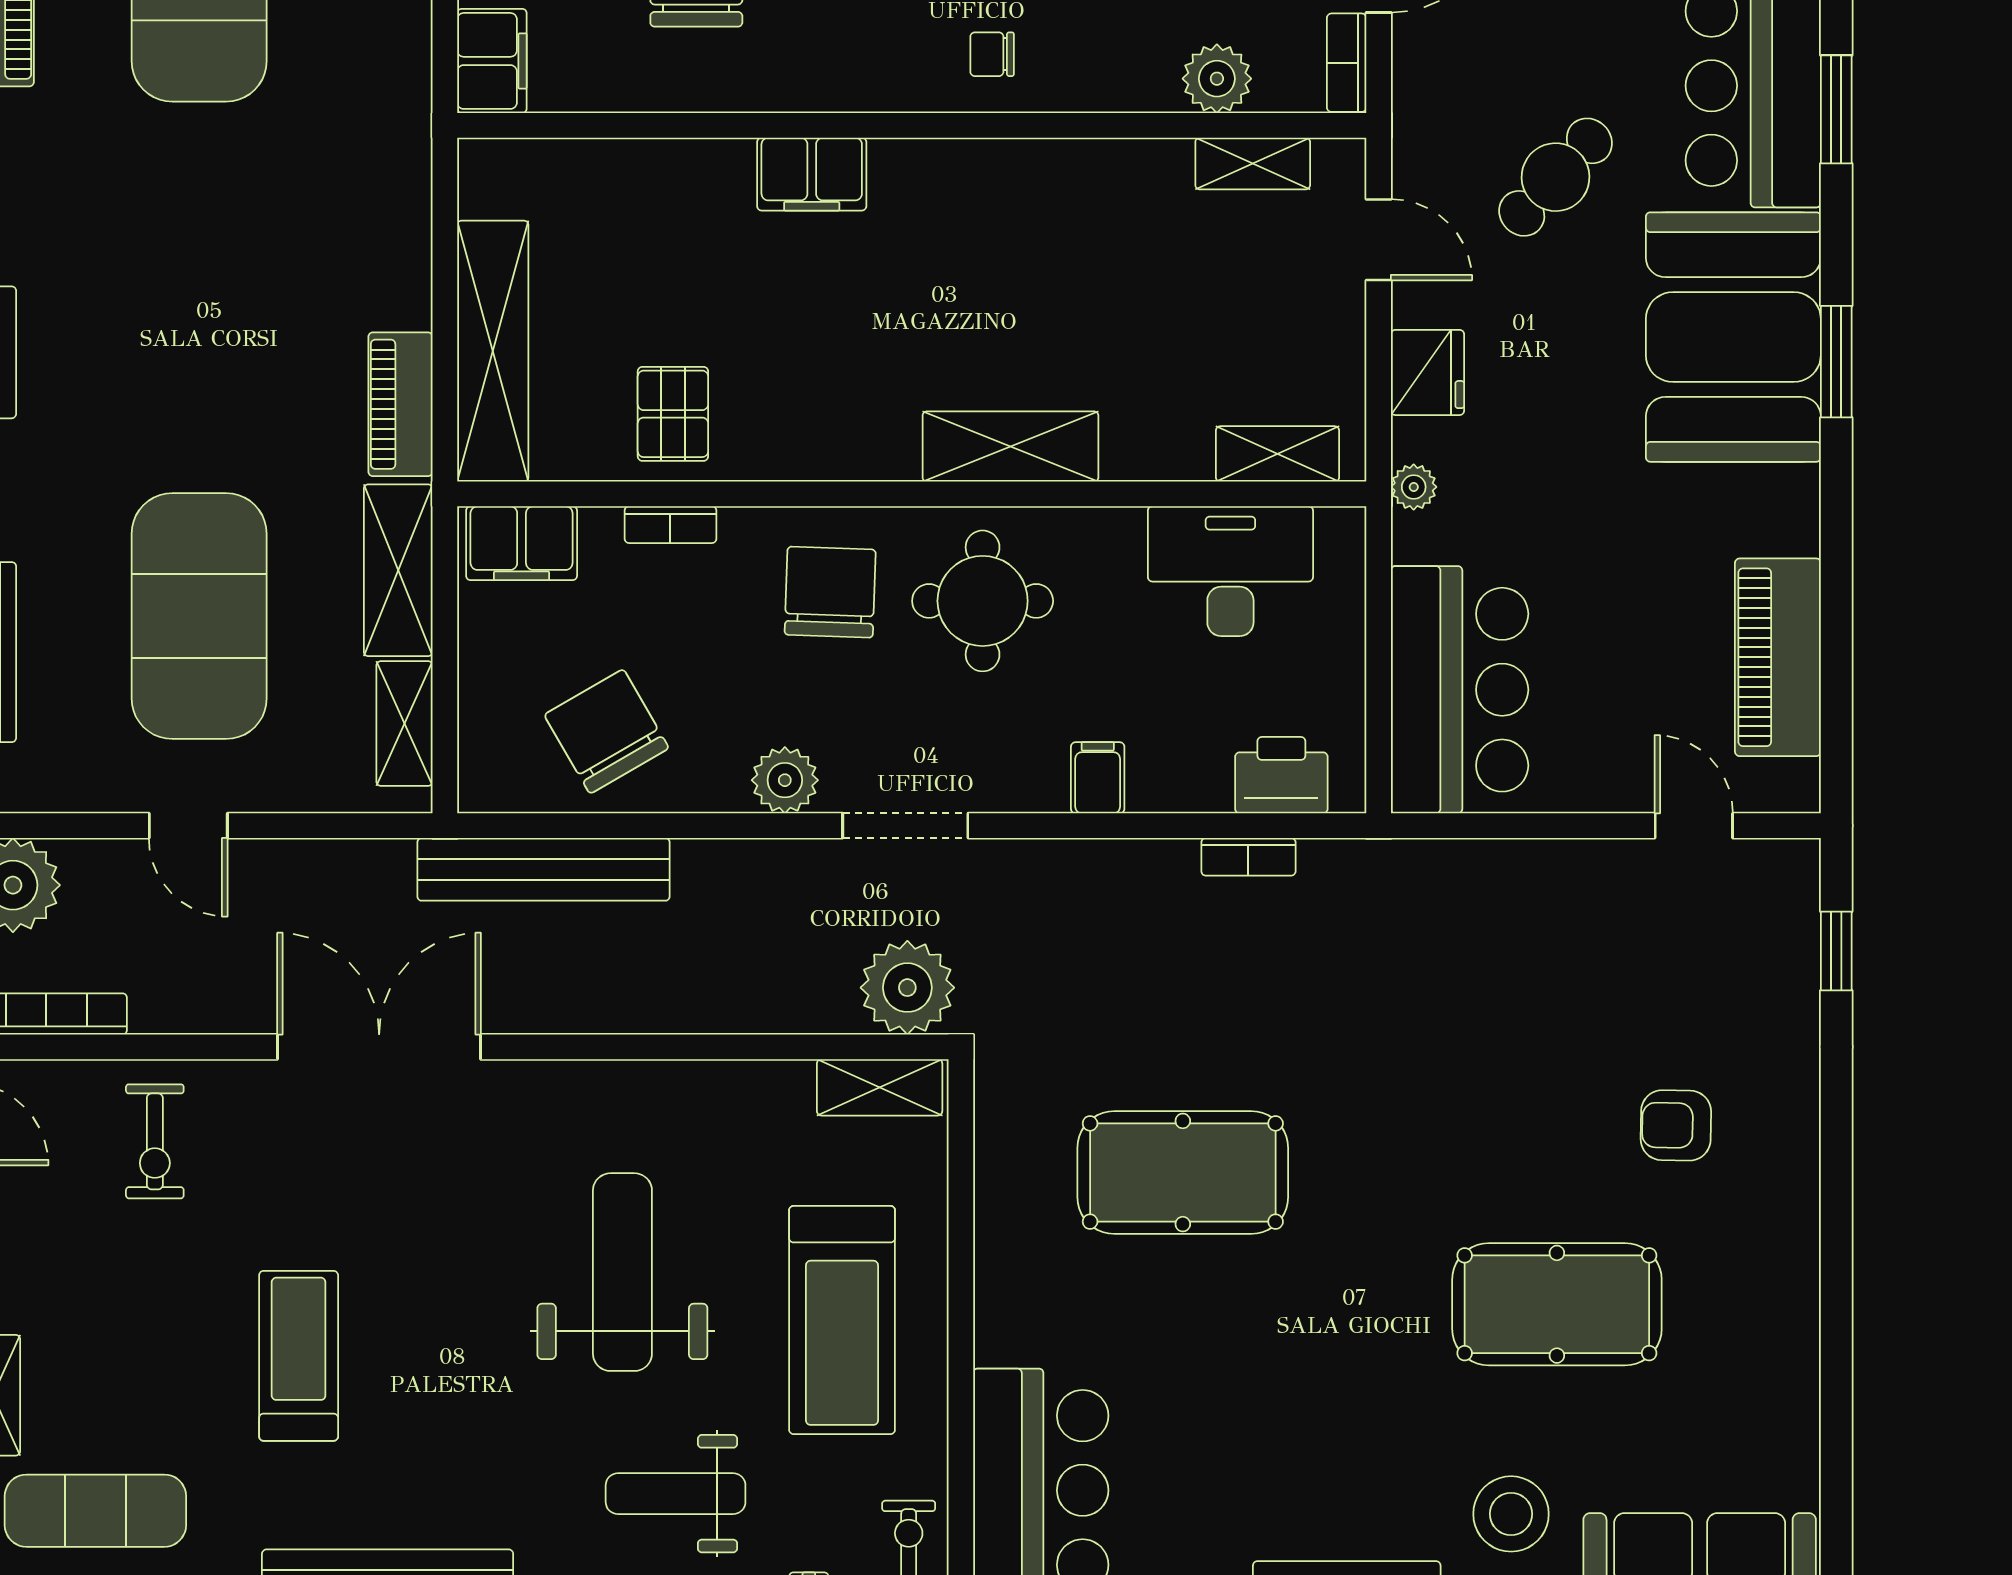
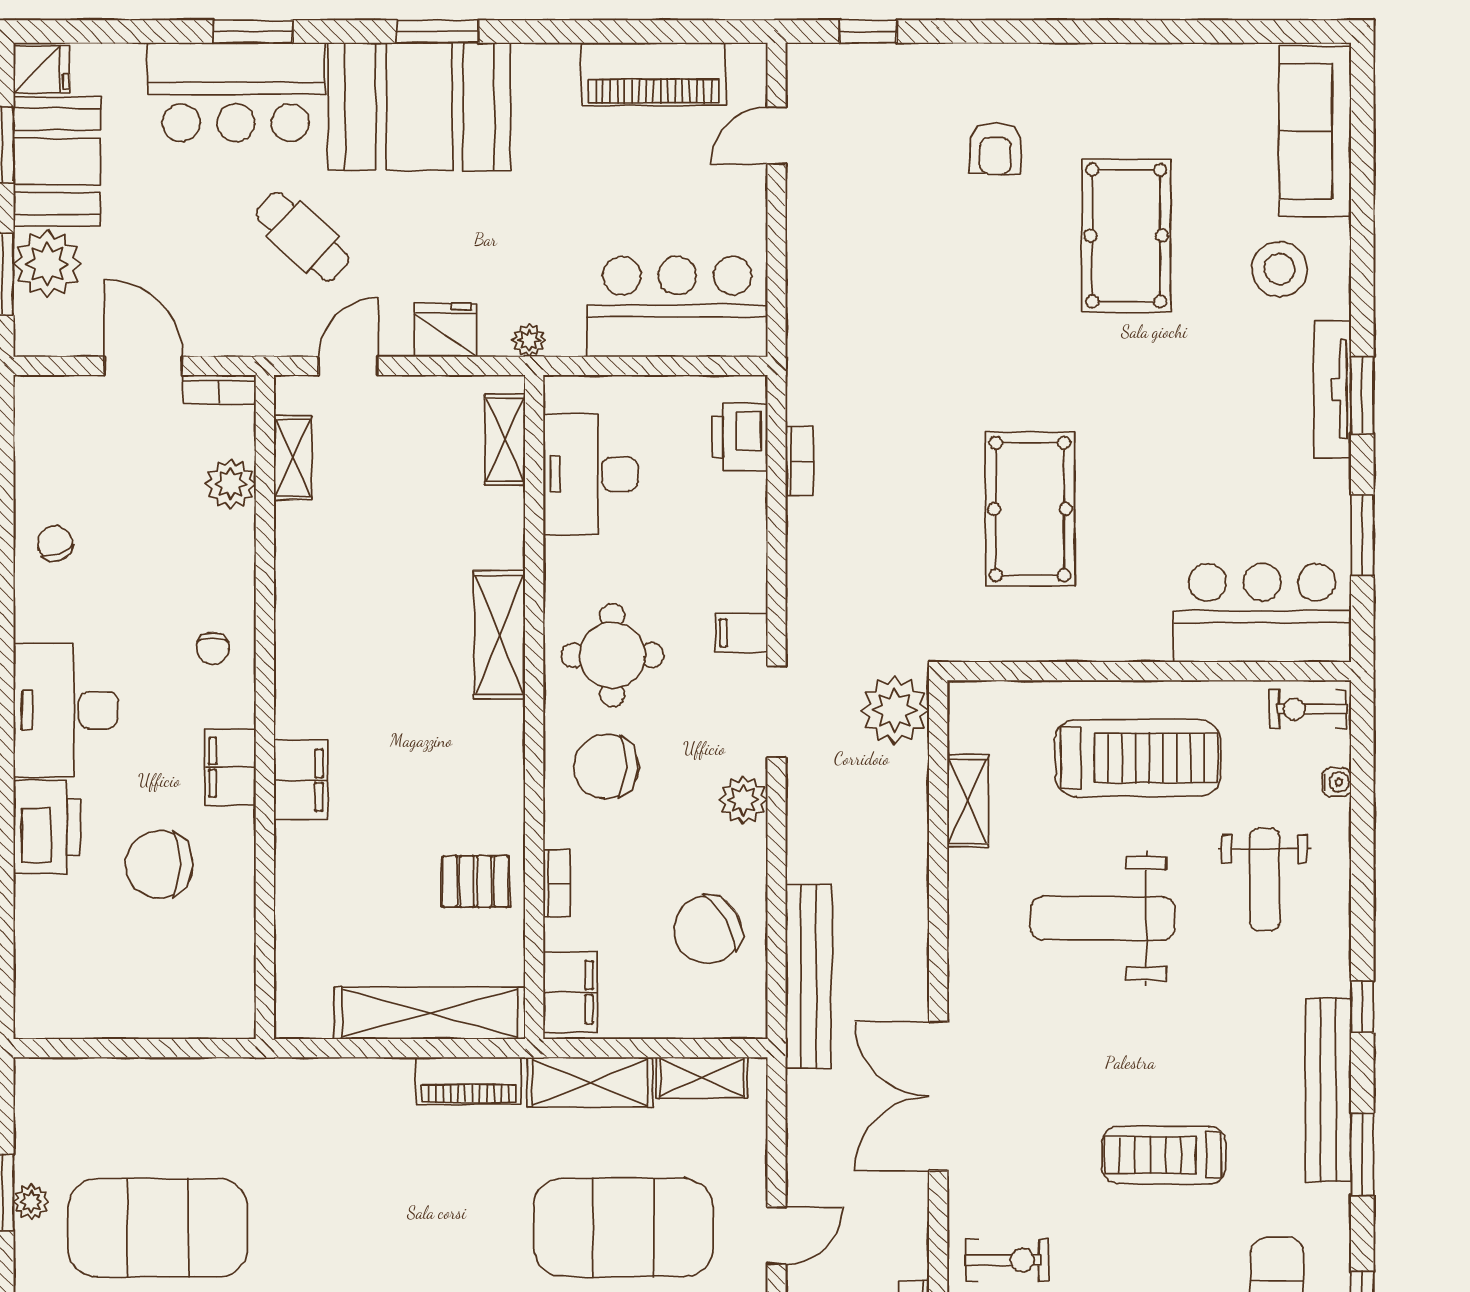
filing cabinet: (492, 61) -> (230, 767), moved, turned -90
filing cabinet: (1098, 778) -> (742, 633), moved
shelving: (880, 1087) -> (968, 801), moved

